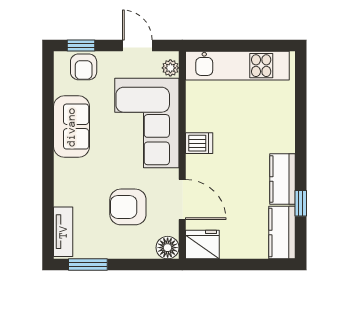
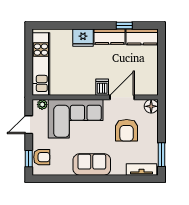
sofa: (71, 127) -> (92, 164), moved
dishwasher: (199, 143) -> (102, 87), moved
fridge: (202, 245) -> (83, 38), moved, turned -90

